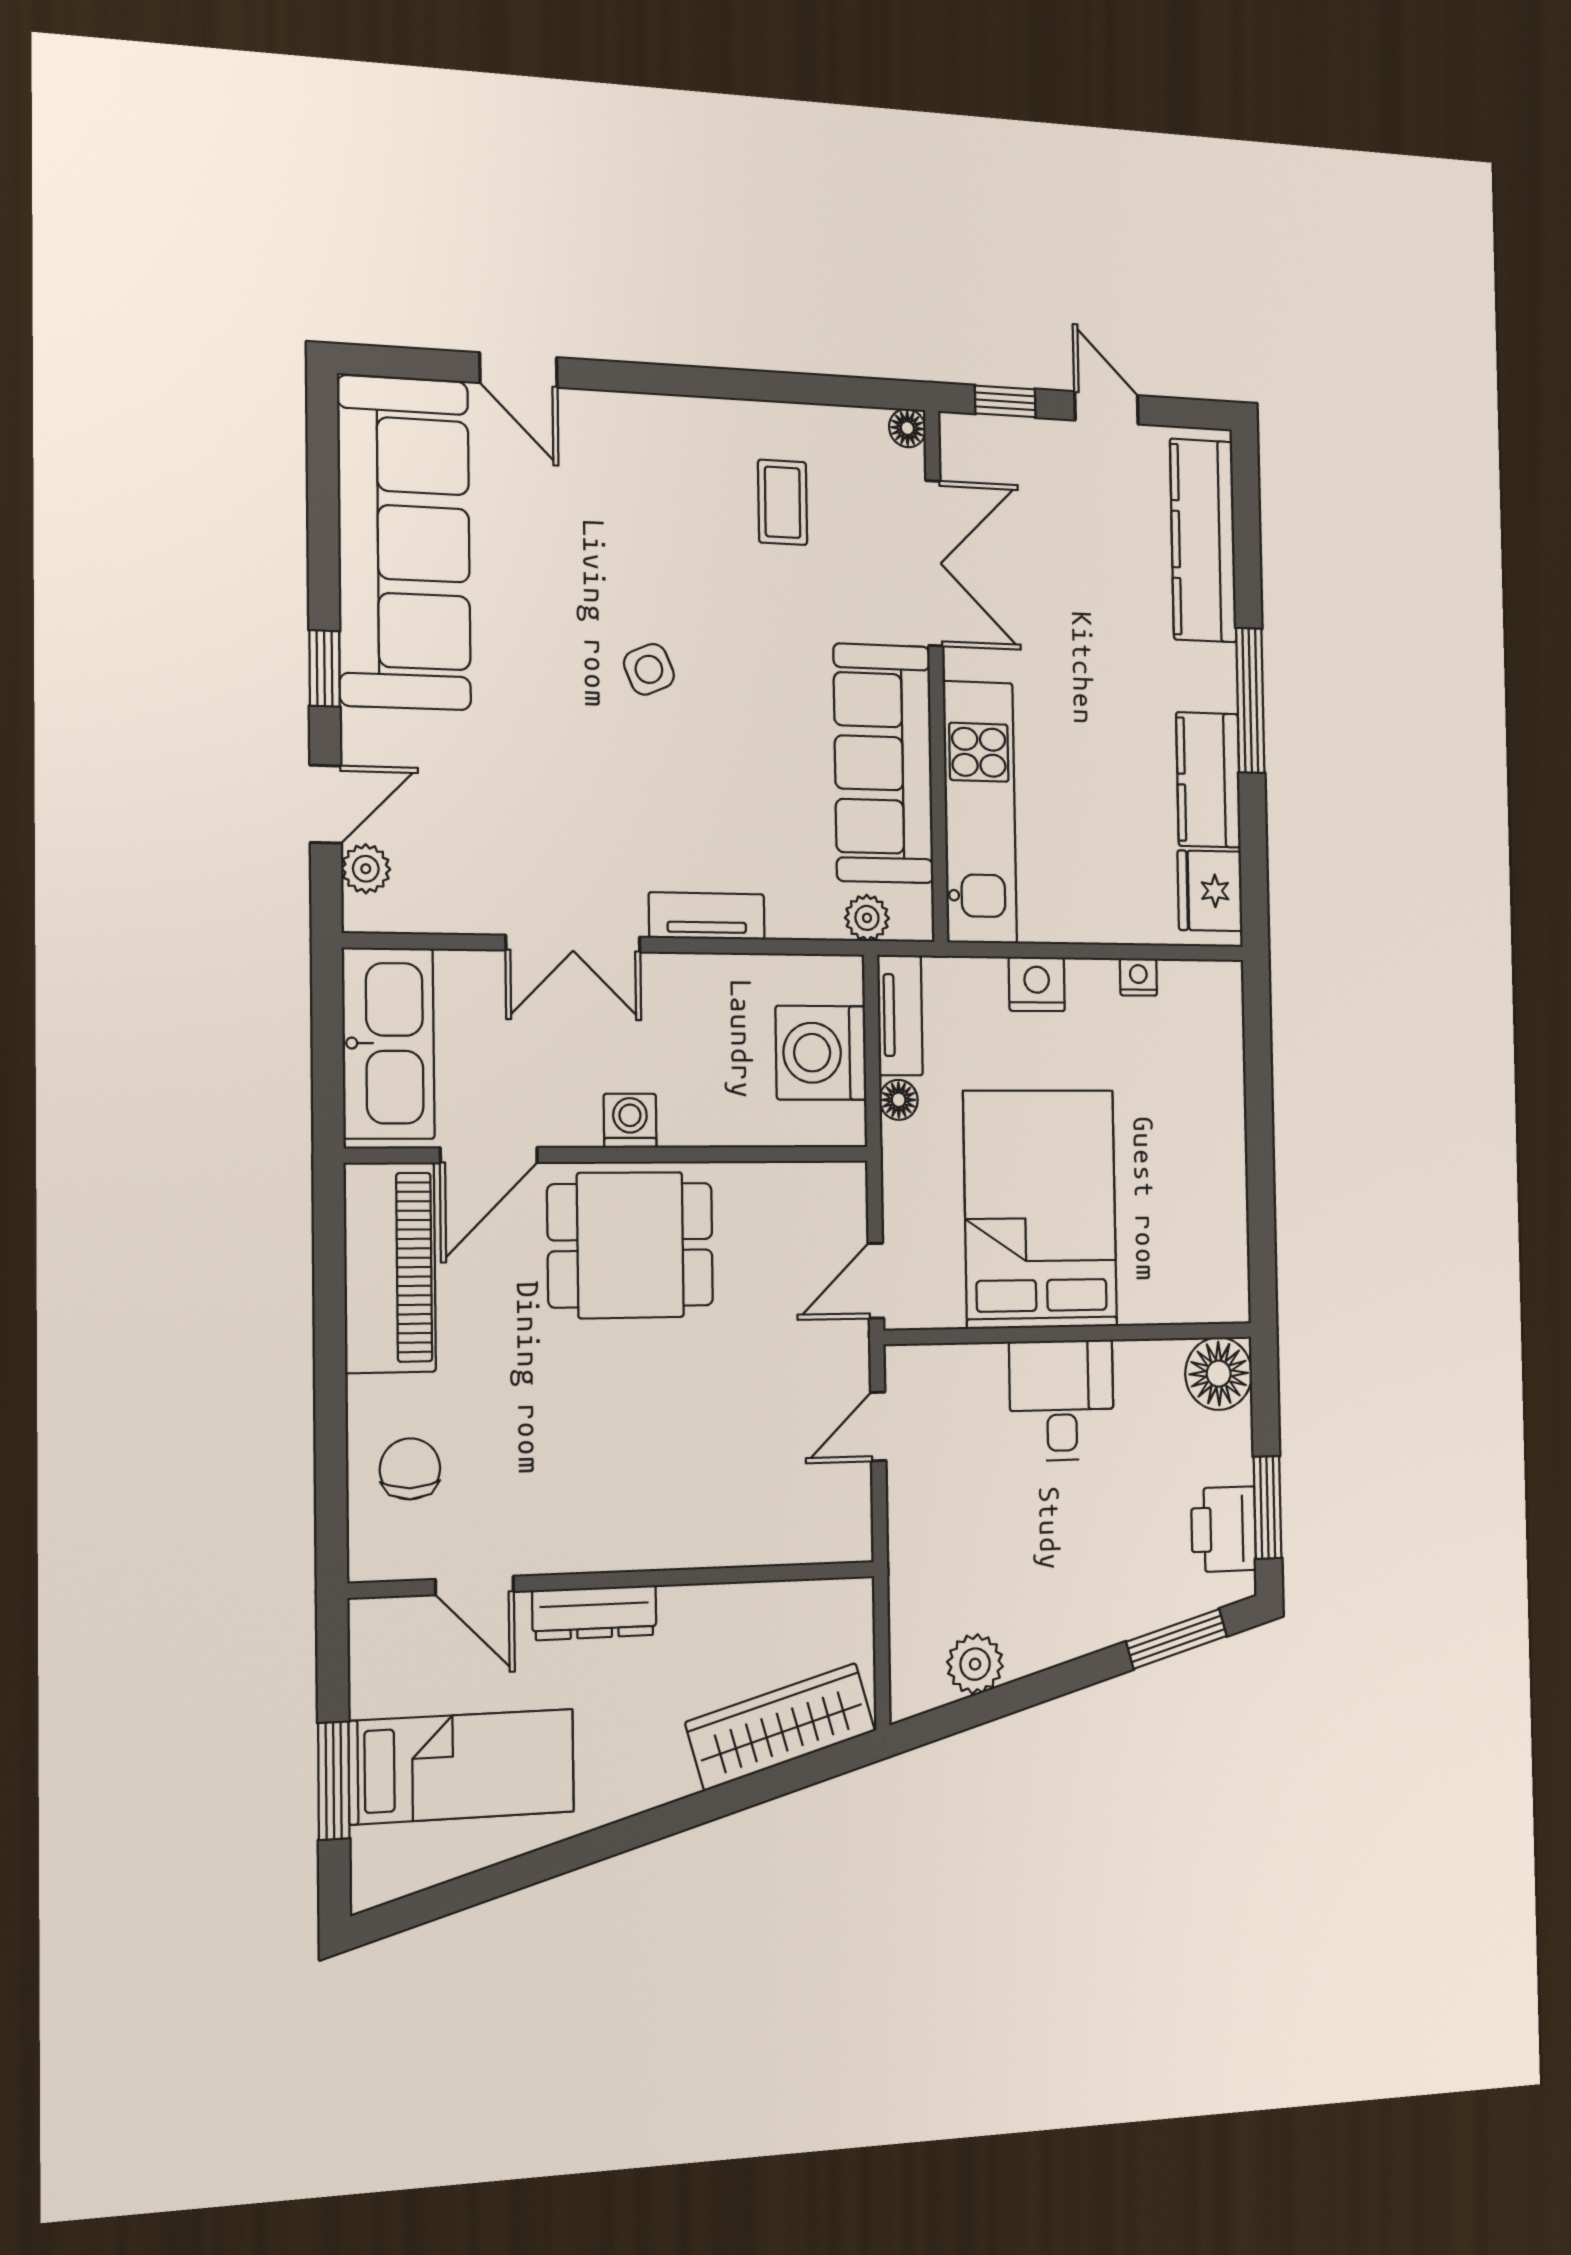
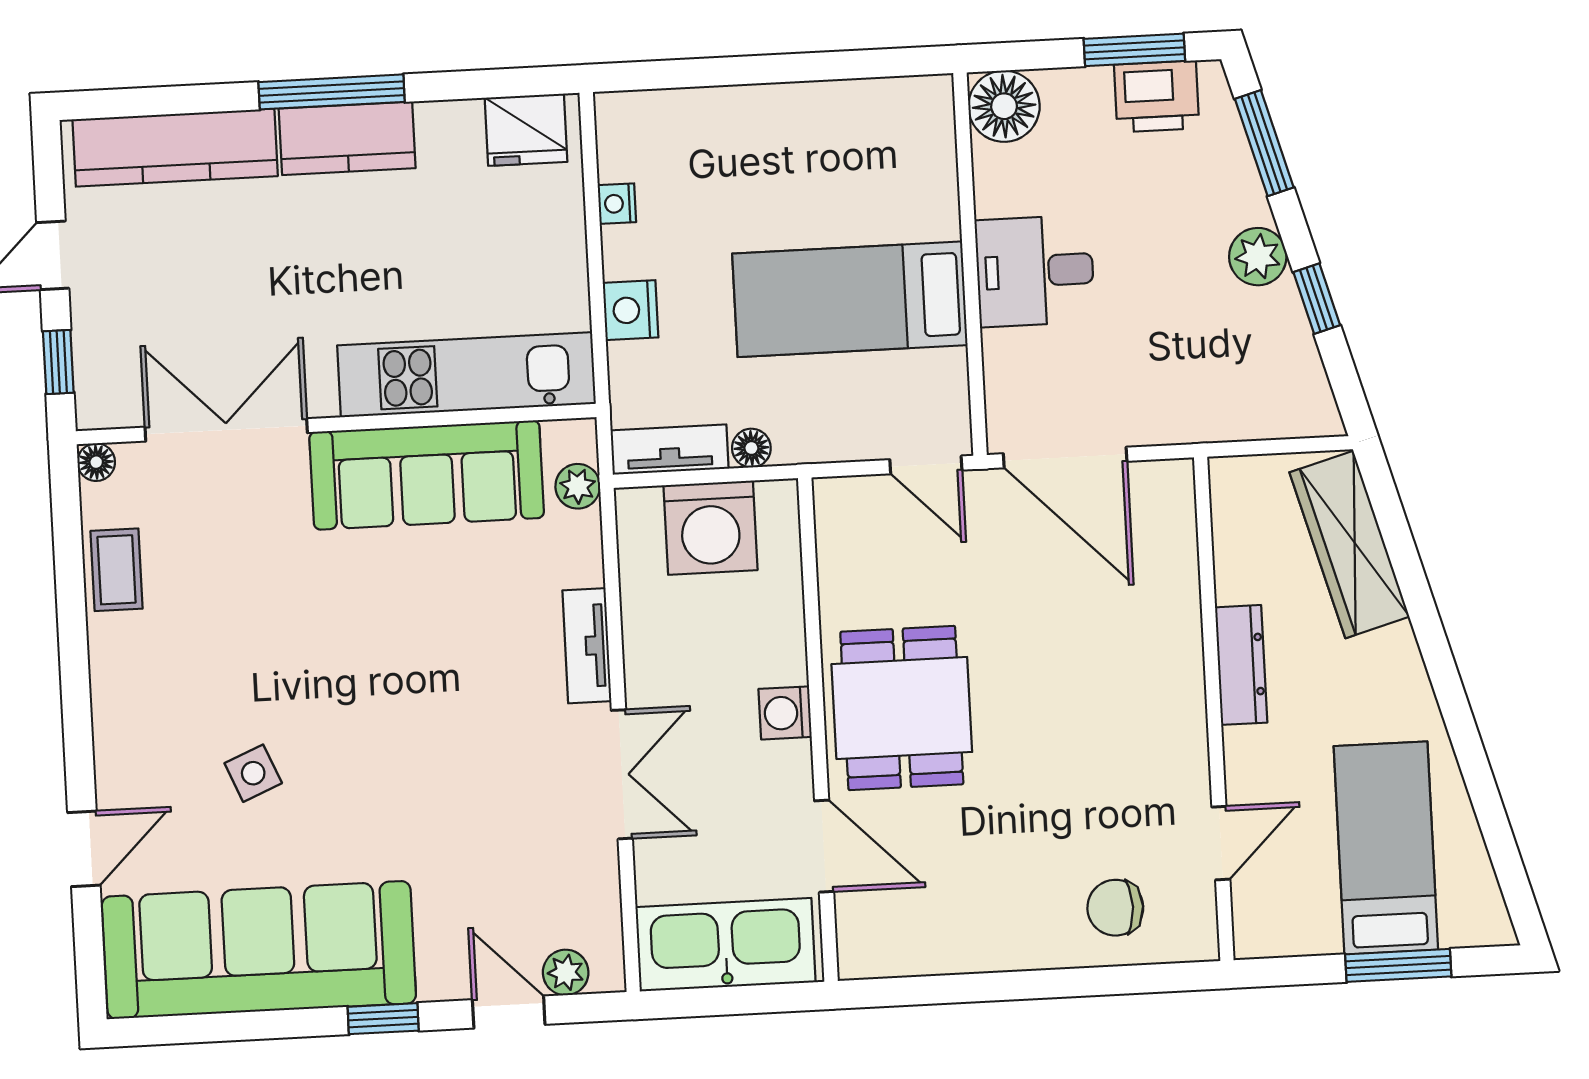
coffee table: (783, 502) -> (117, 570), moved, turned 90
side table: (649, 669) -> (253, 773), moved
kitchen counter: (1208, 780) -> (347, 138), moved
bed: (1040, 1209) -> (850, 299), width x0.67
piano: (390, 1267) -> (932, 934), removed
door: (878, 1427) -> (1065, 458), width x1.88
dresser: (594, 1613) -> (1241, 665), moved
plant: (975, 1664) -> (1258, 257), moved
window: (1026, 1692) -> (1317, 299), added

